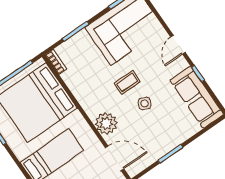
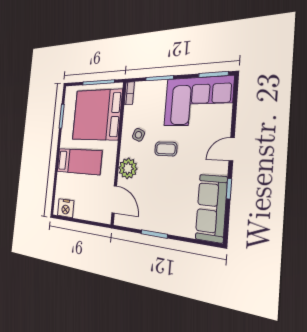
side table: (145, 103) -> (138, 135), moved

